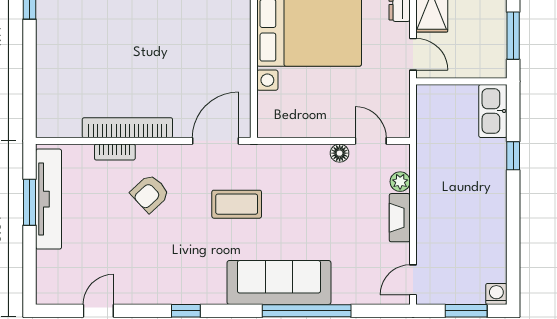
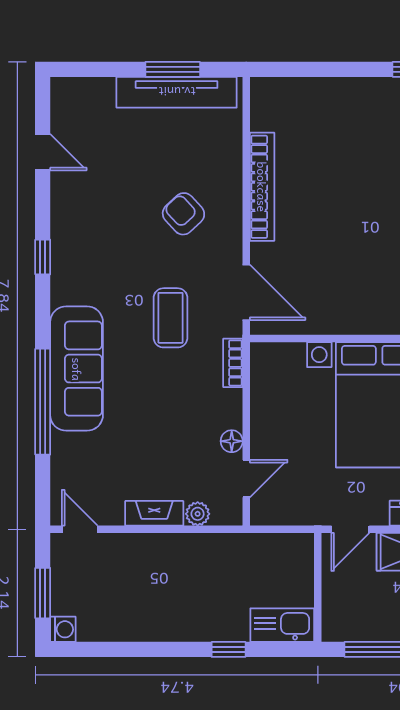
bookcase: (115, 152) -> (233, 363), moved

